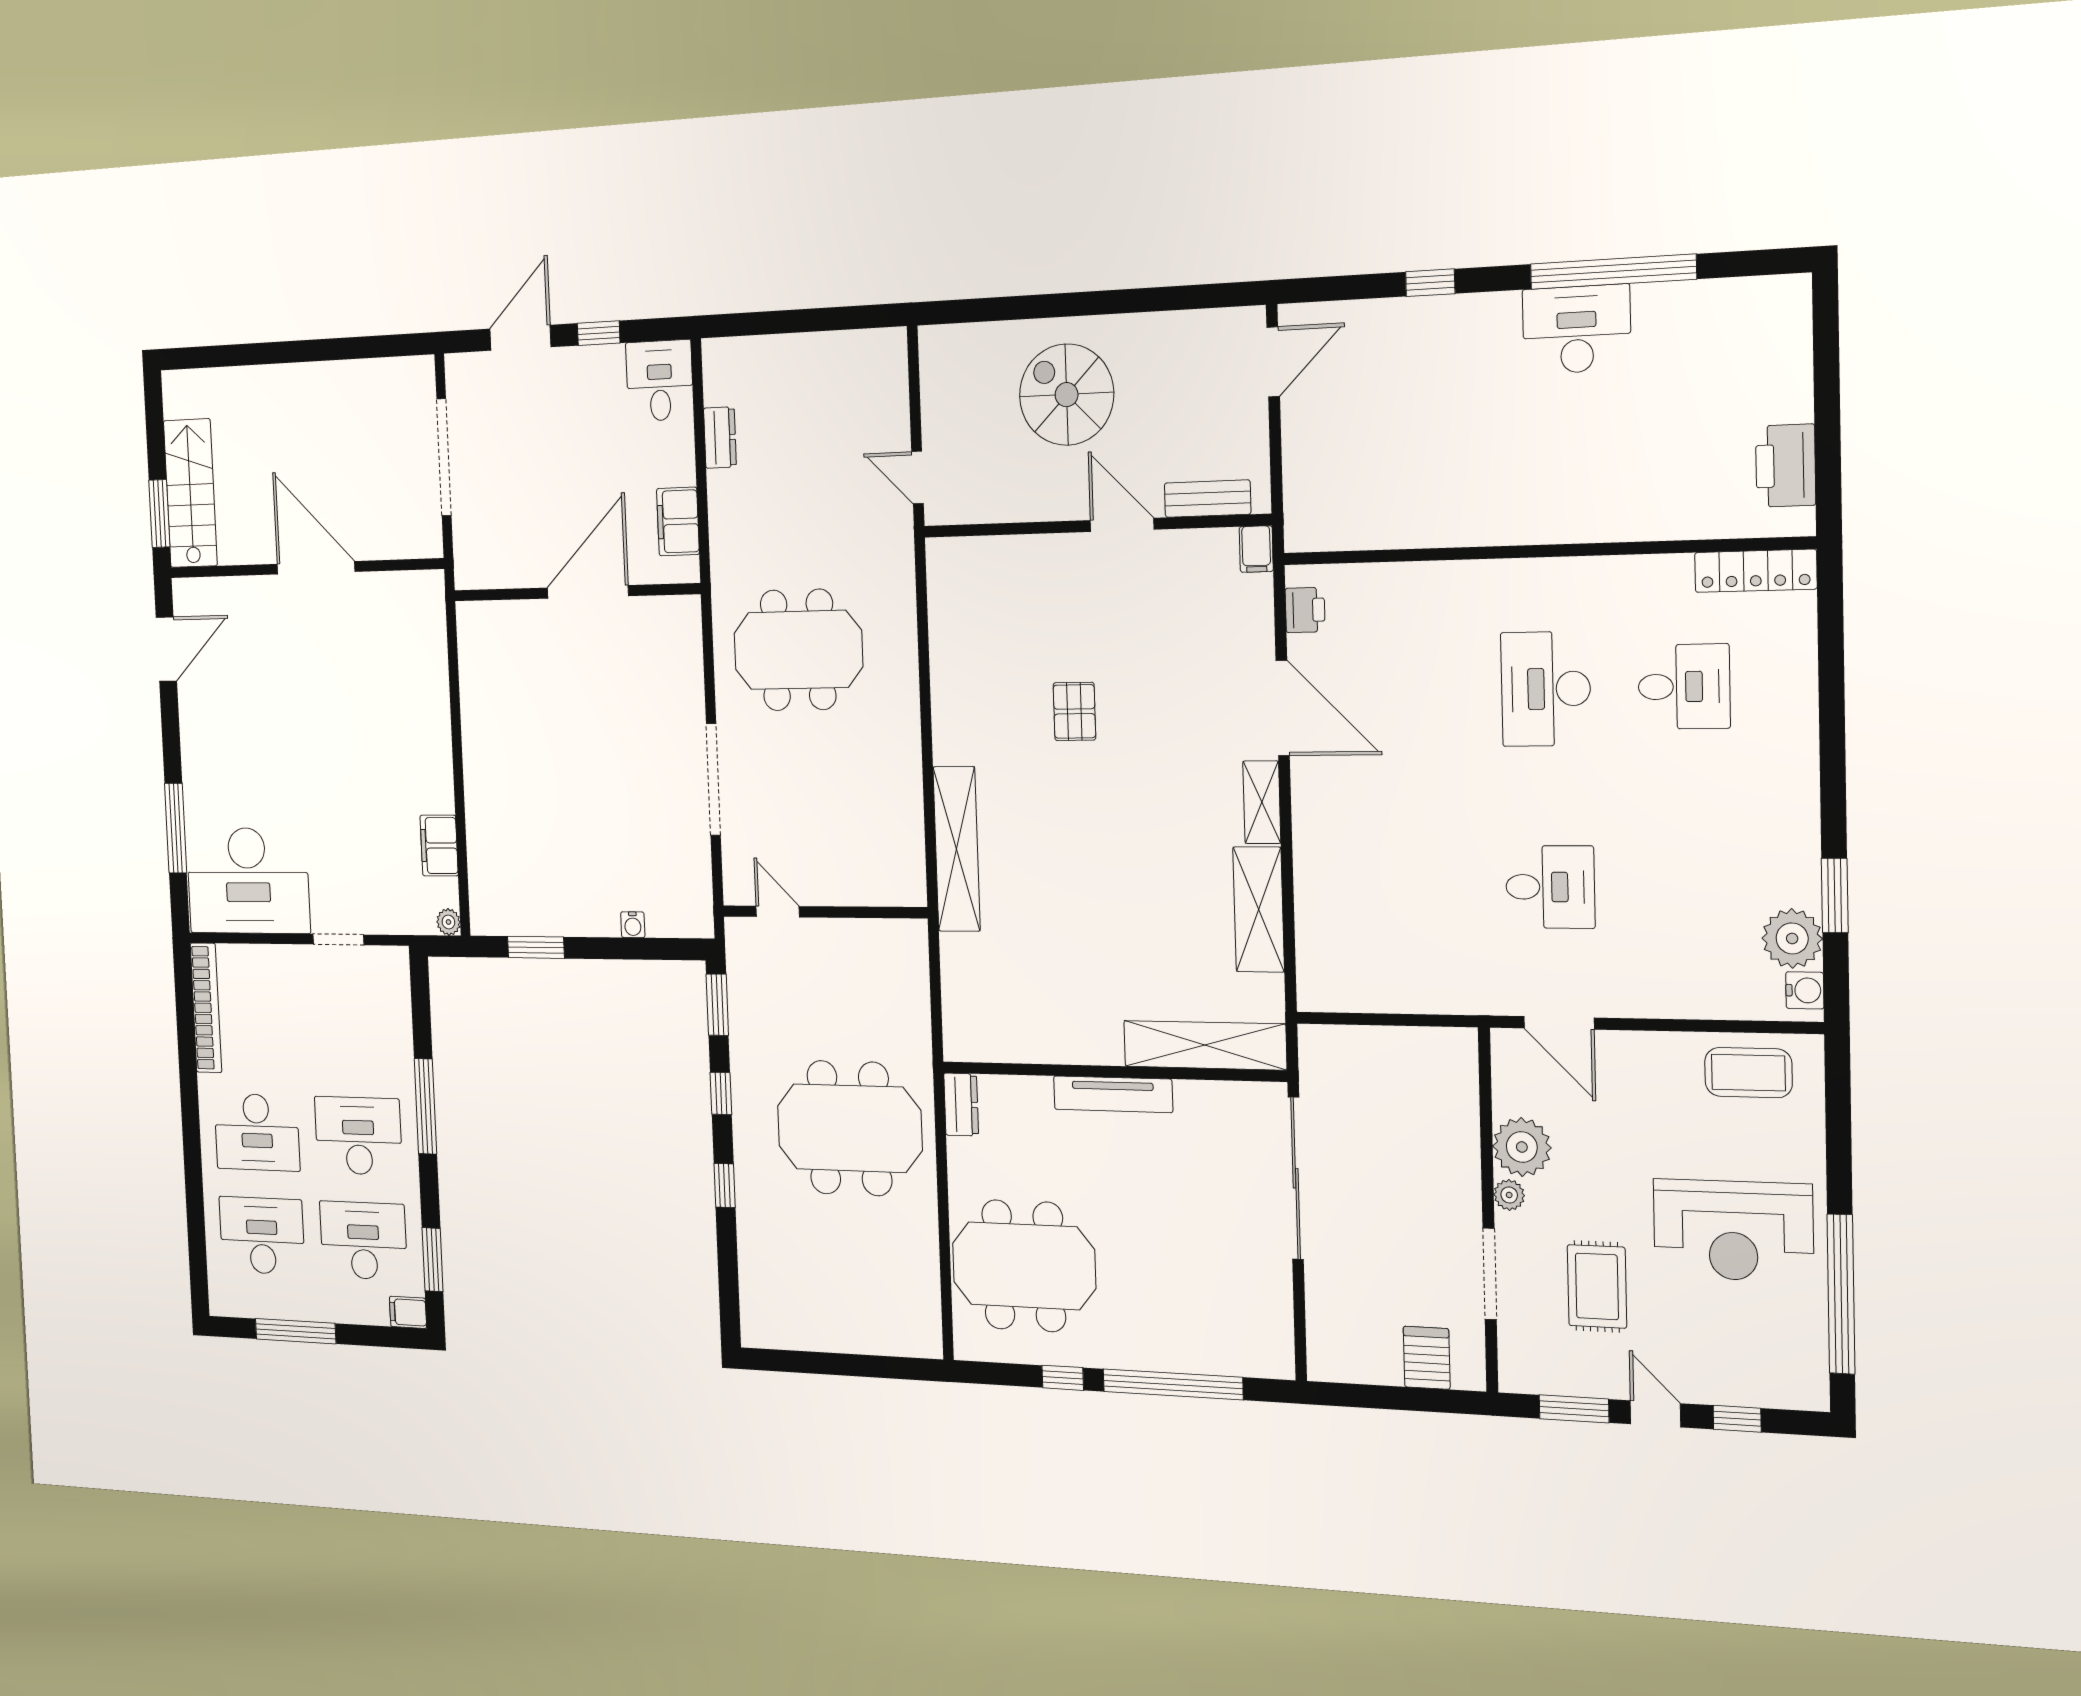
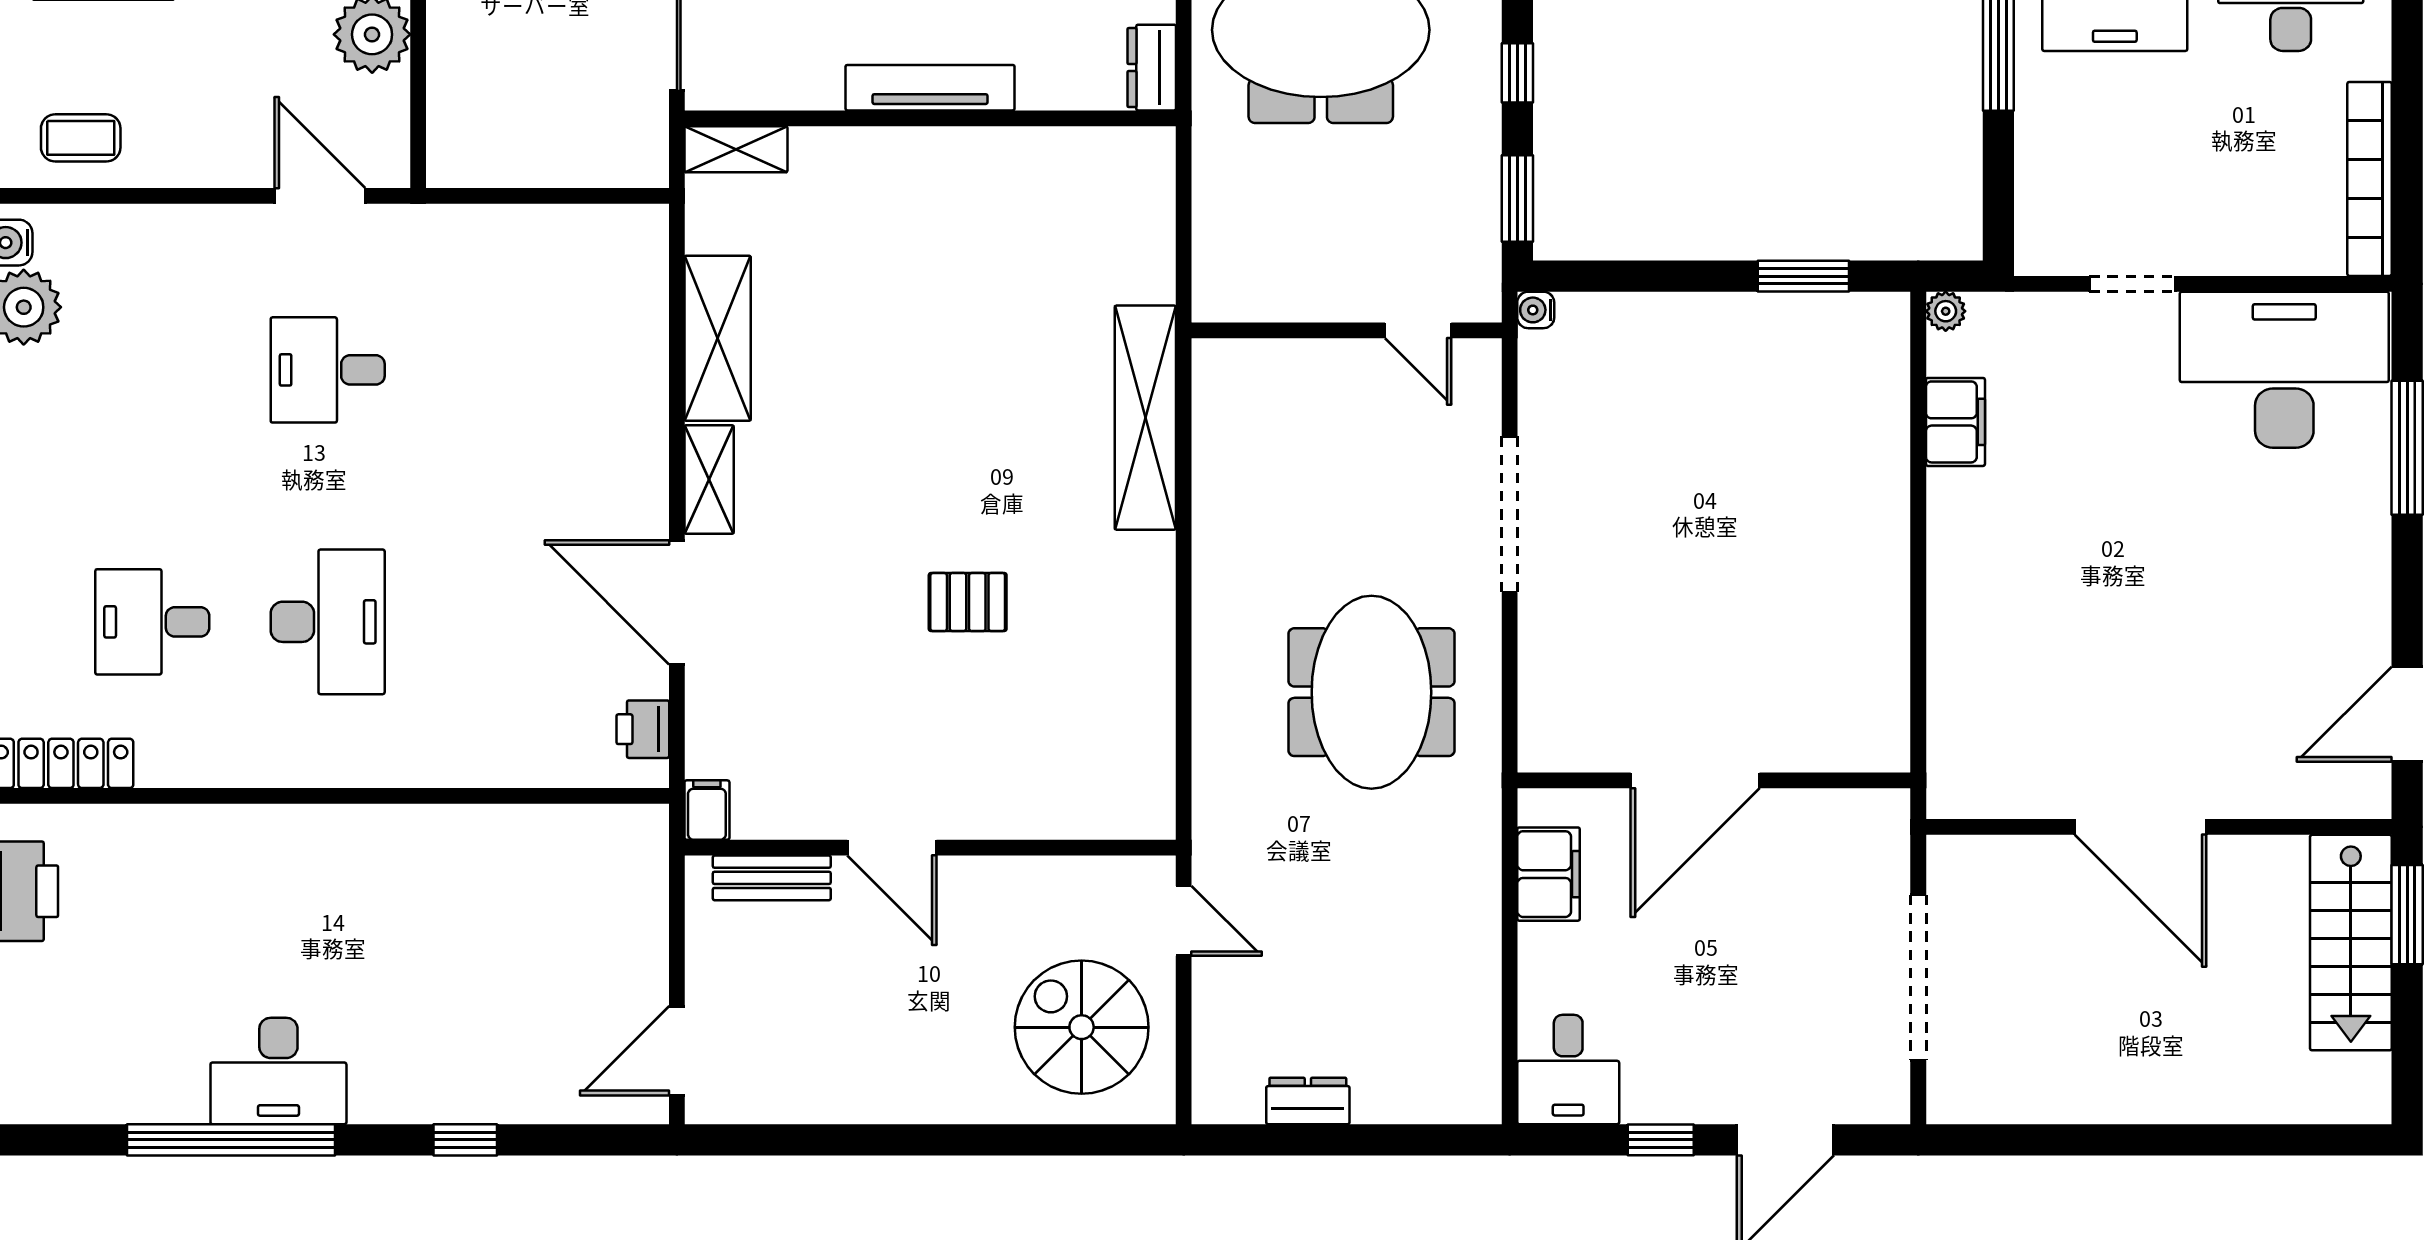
spiral stairs: (1067, 395) -> (1082, 1027), moved, turned 180
dresser: (720, 438) -> (1308, 1101), moved, turned 90
meeting table: (798, 650) -> (1371, 692), turned 90
pallet: (1074, 711) -> (968, 602), turned 90
water cooler: (633, 925) -> (1536, 310), moved, turned -90
shelving: (1205, 1045) -> (736, 149), width x0.45, depth x0.75
coffee table: (1748, 1073) -> (81, 138), width x0.73, depth x0.77

